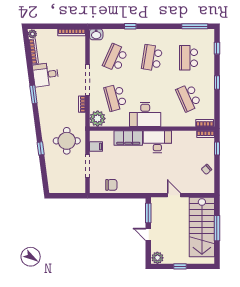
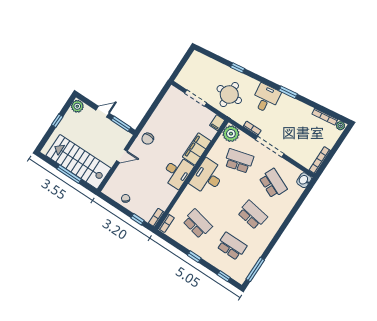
window: (130, 26) -> (292, 214), removed
desk: (46, 75) -> (266, 98), moved
school desk: (189, 98) -> (197, 224), turned 36
filing cabinet: (96, 146) -> (217, 123), moved
chair: (111, 185) -> (148, 139), moved

